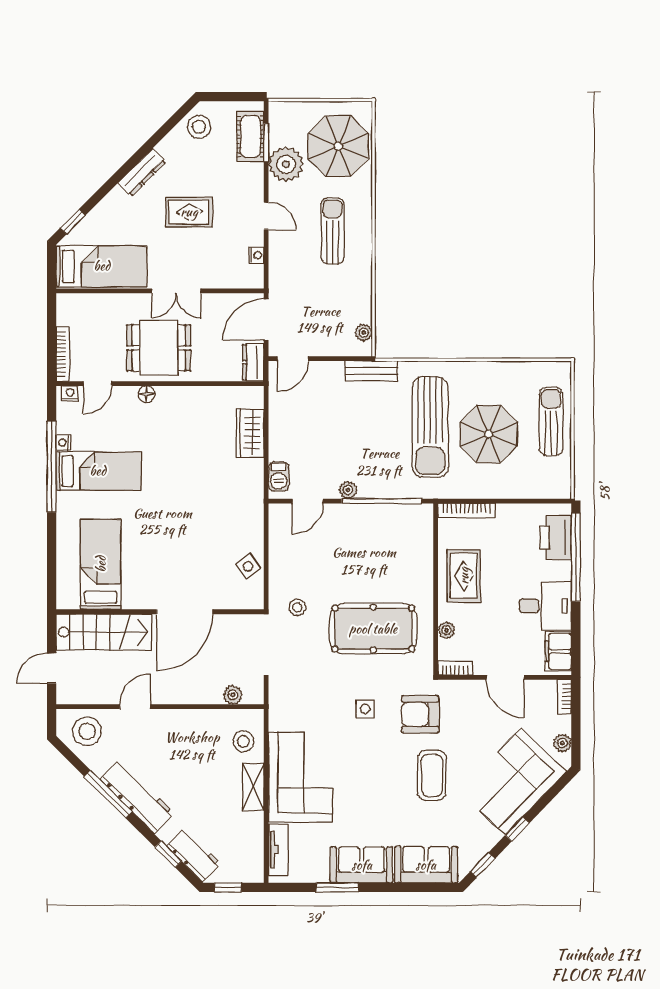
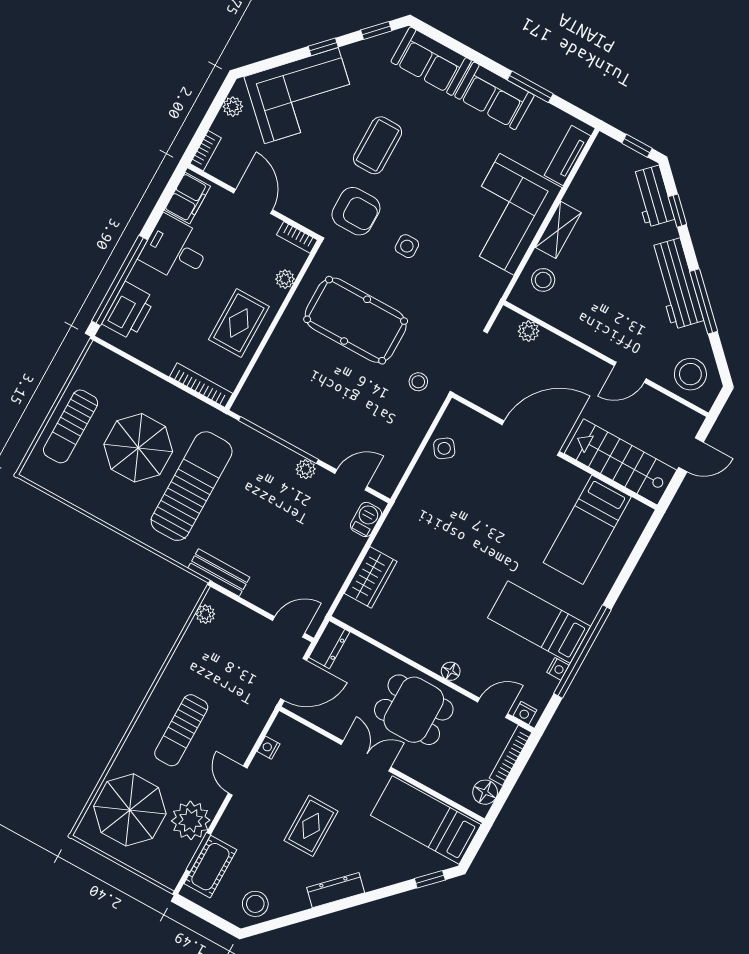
rug: (189, 212) -> (311, 826), turned 90
floor lamp: (67, 314) -> (485, 792), added

